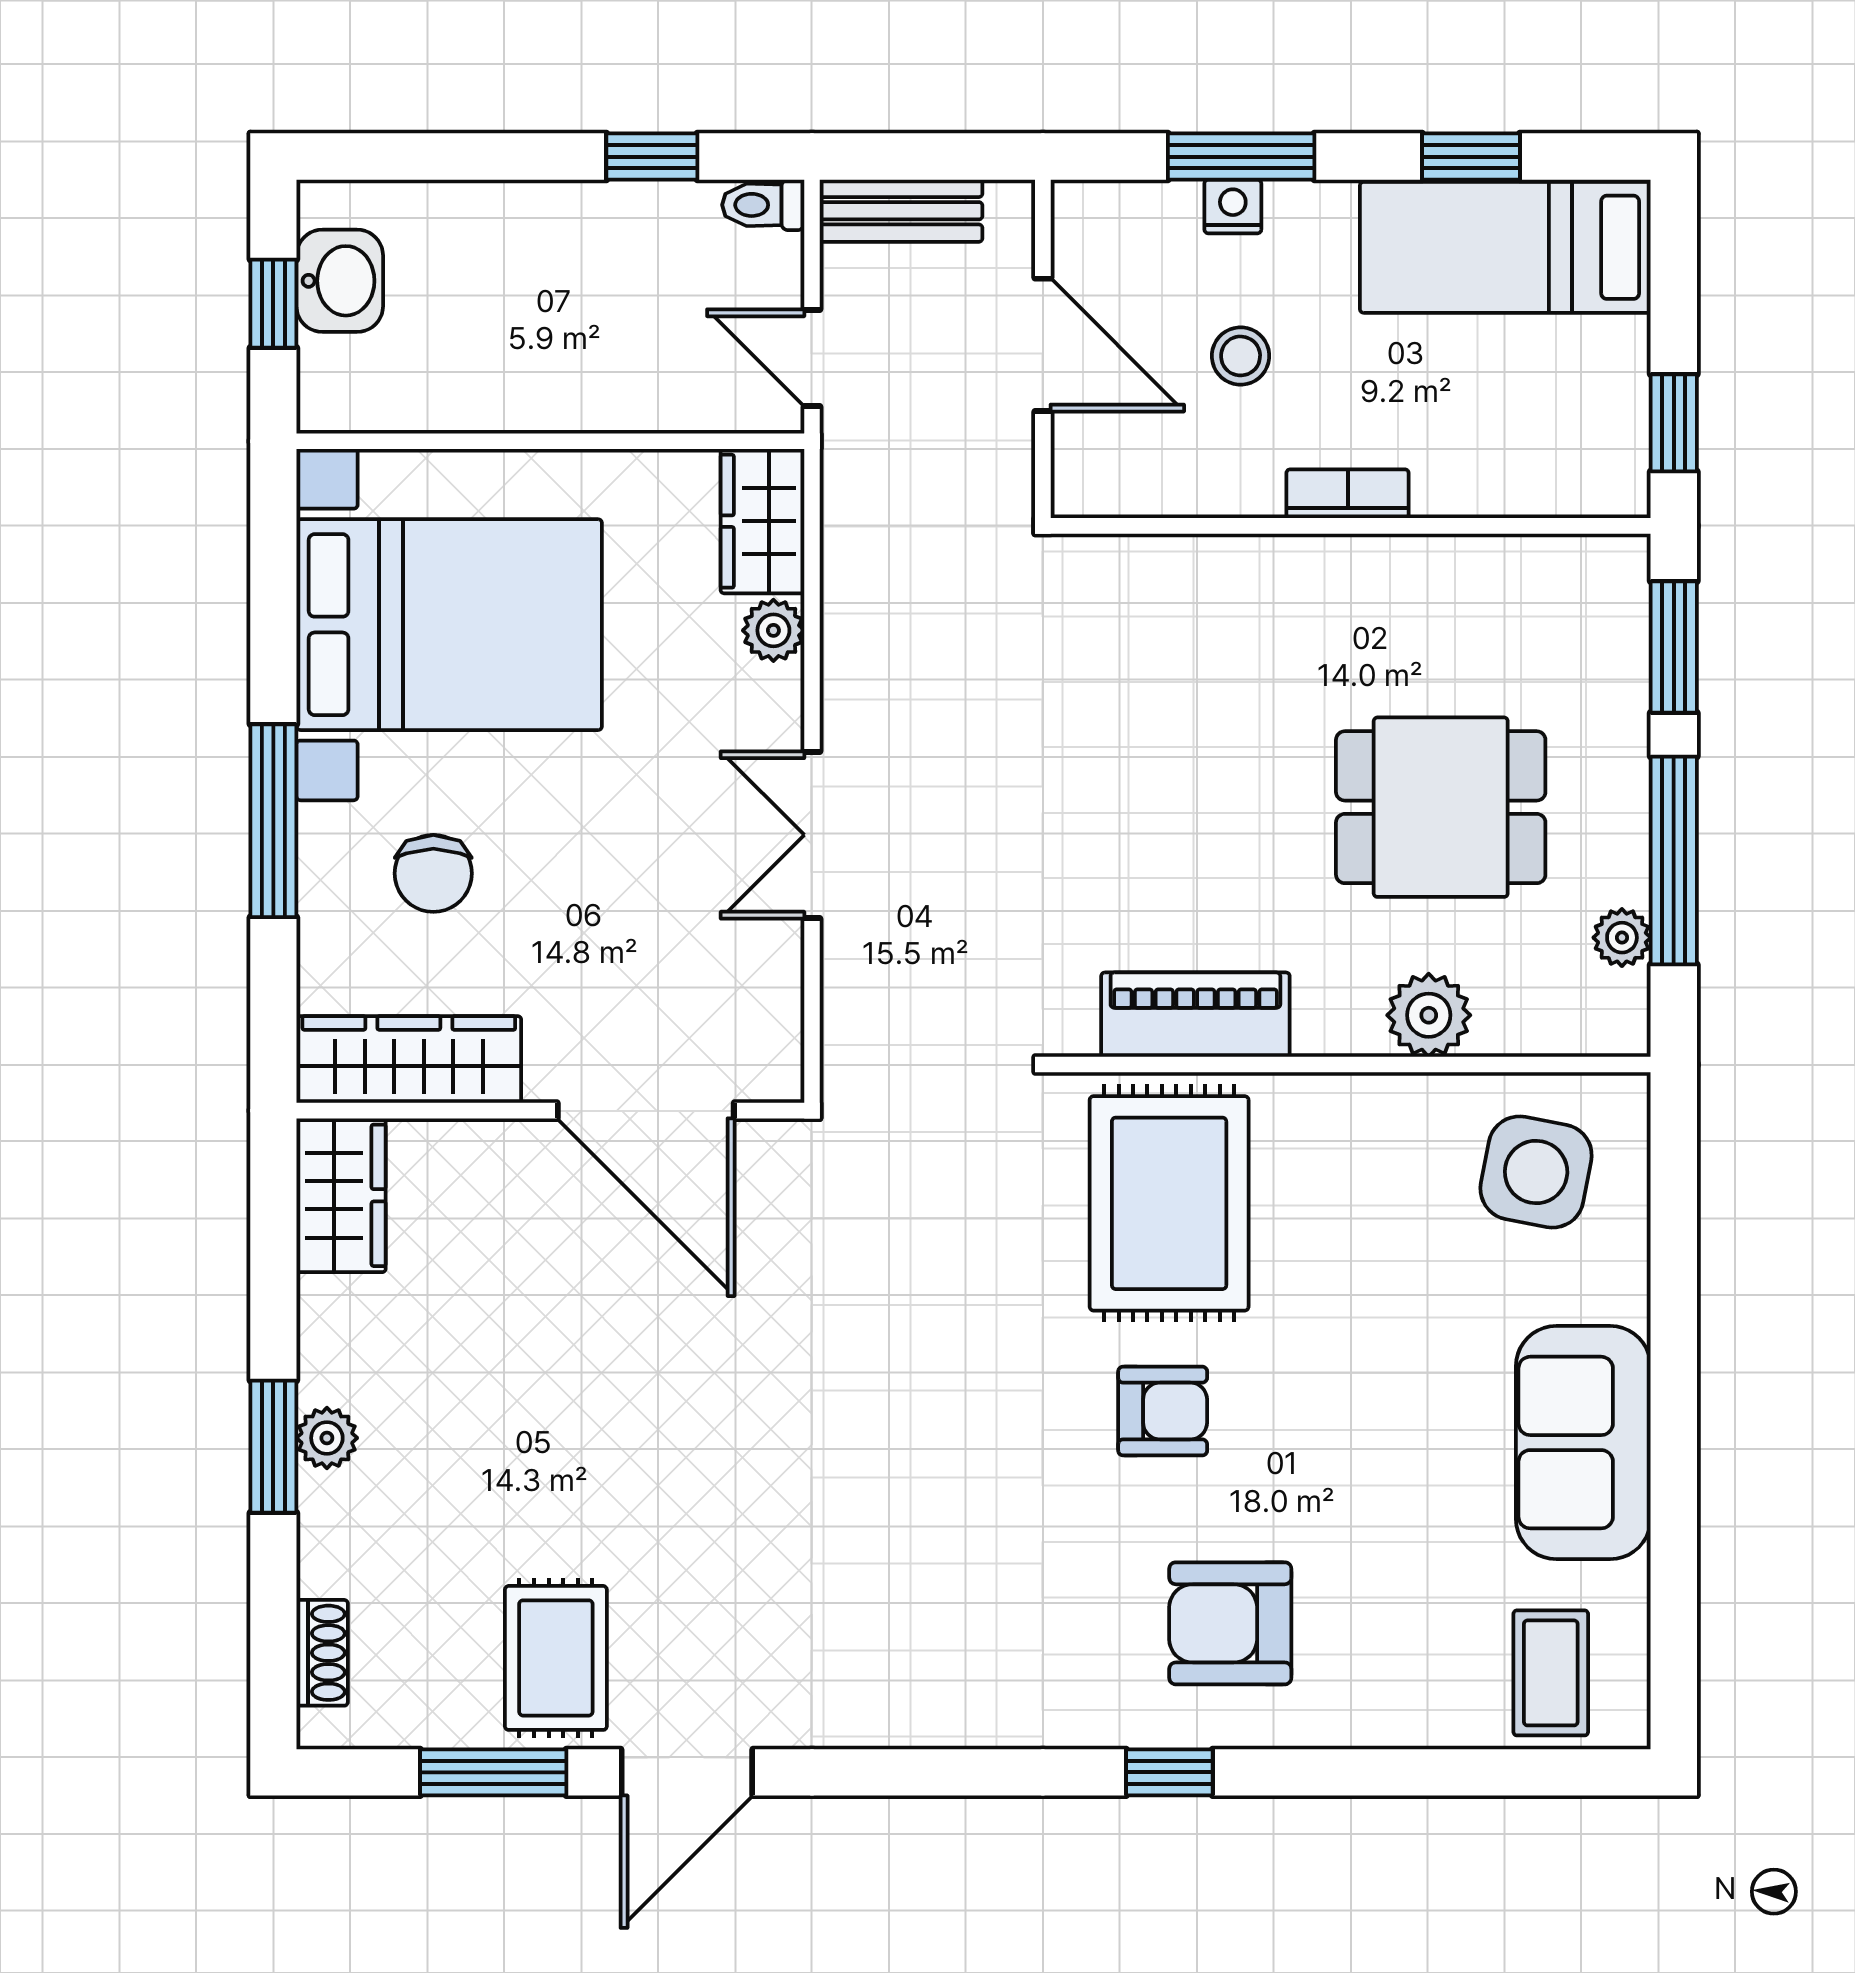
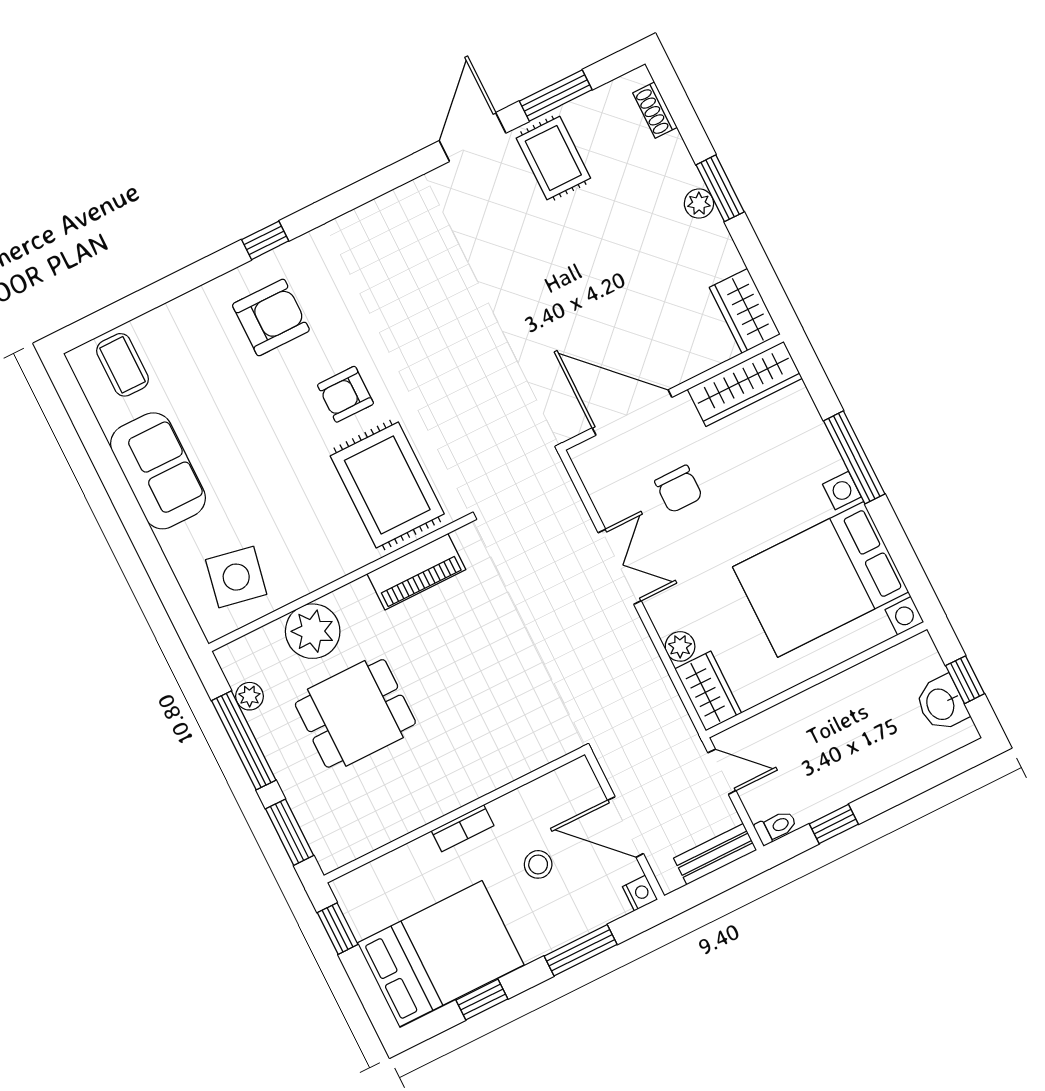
nightstand: (1233, 207) -> (640, 893), moved, turned -90
bed: (1505, 247) -> (441, 954), width x1.50
chair: (433, 873) -> (679, 489), moved, turned 180
plant: (1429, 1015) -> (313, 631), width x1.36, depth x1.36

